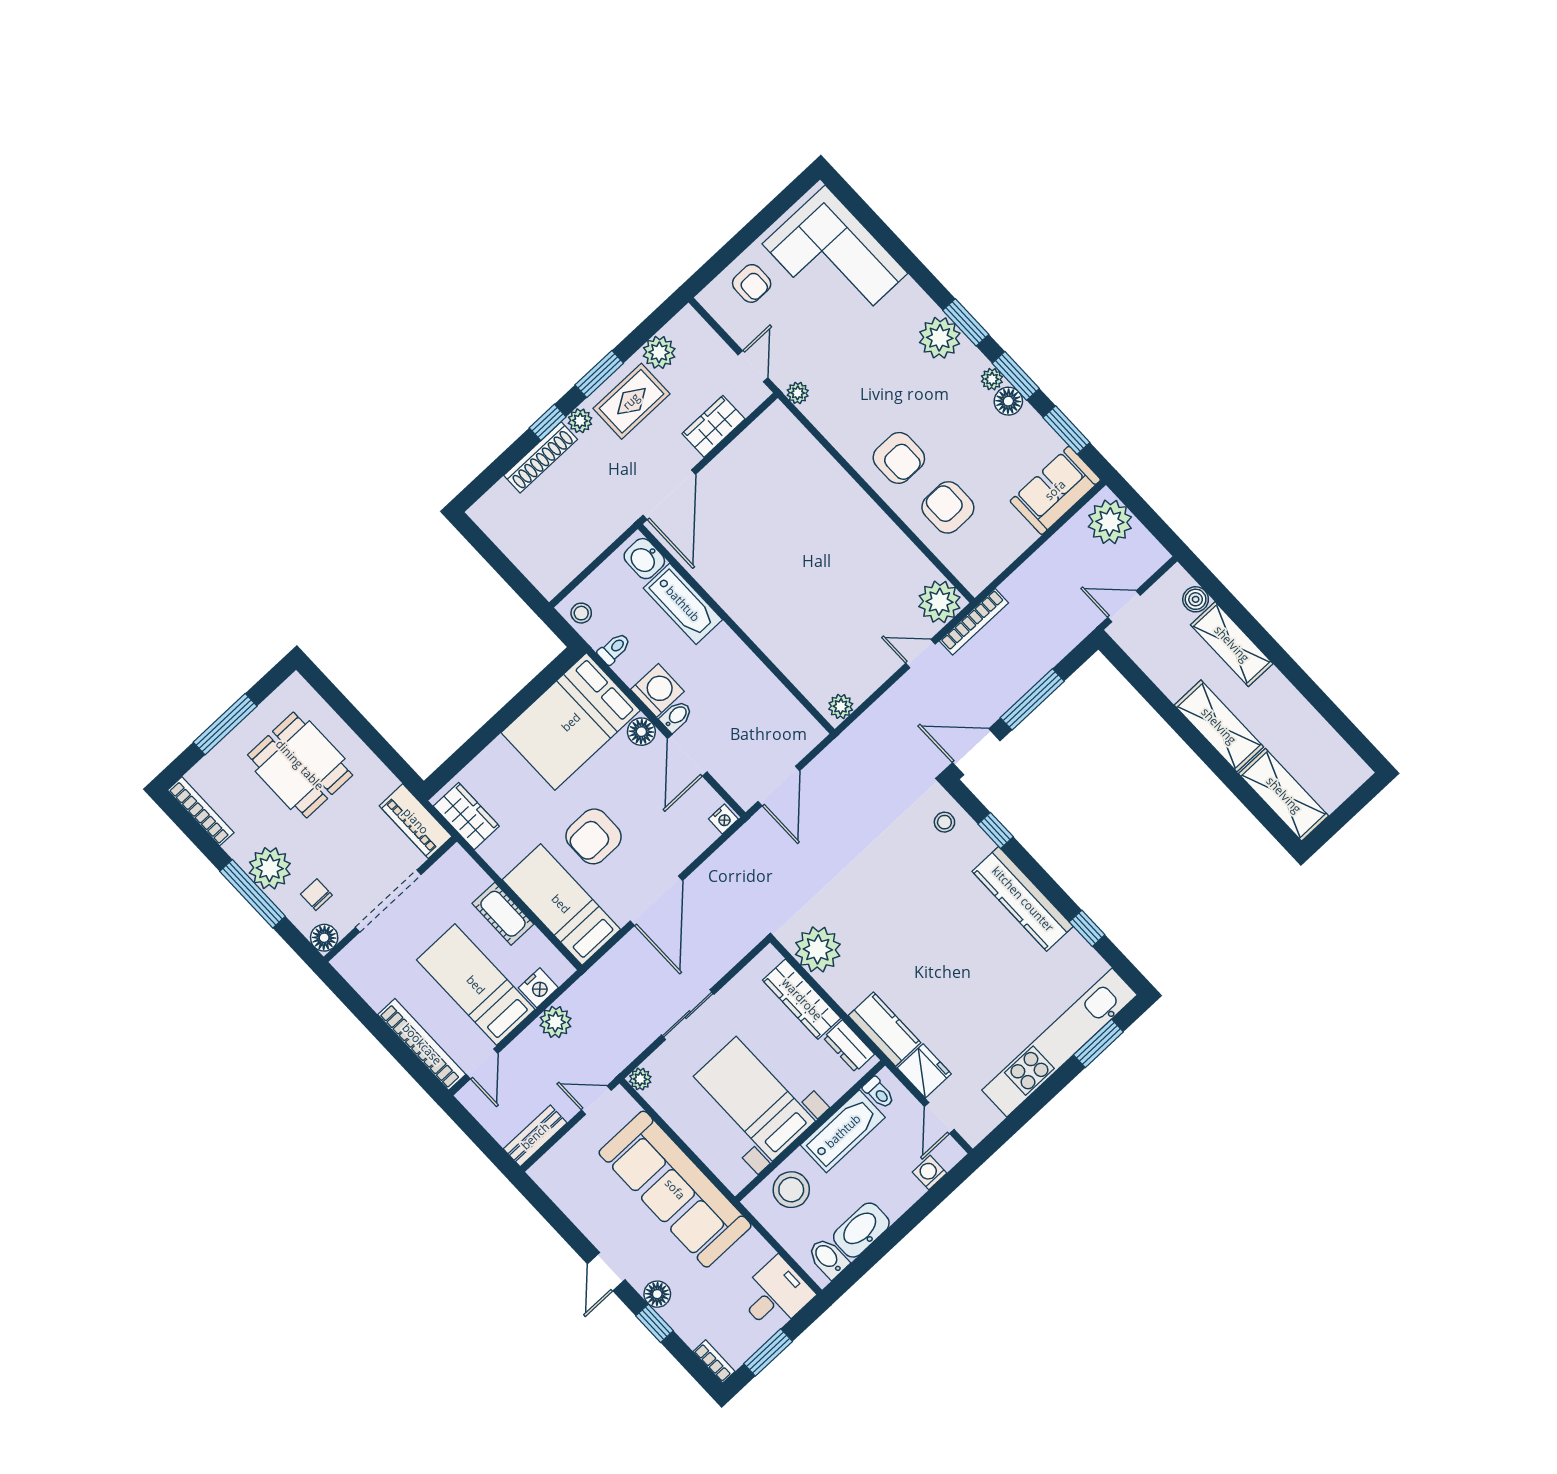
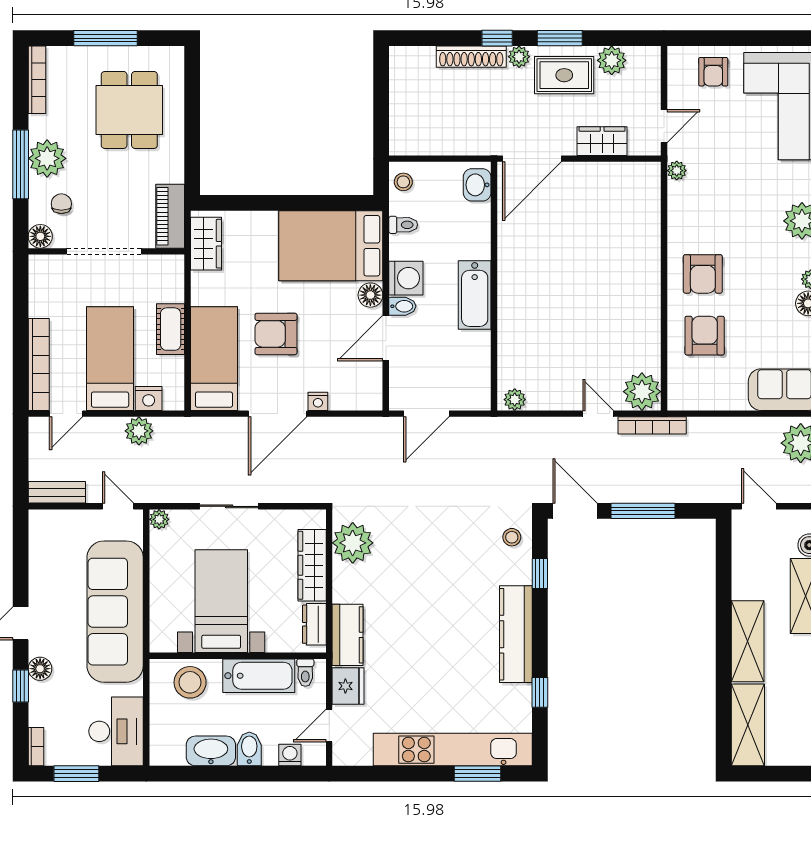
bathtub: (683, 604) -> (475, 295), moved
nightstand: (723, 819) -> (318, 401), moved
bidet: (828, 1258) -> (249, 749), moved
desk: (775, 1295) -> (116, 731), width x1.37

